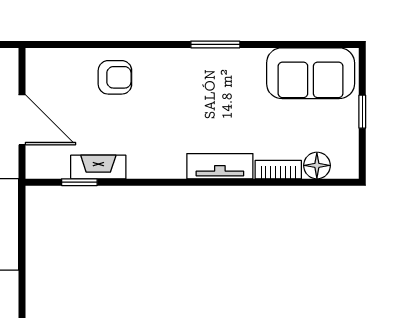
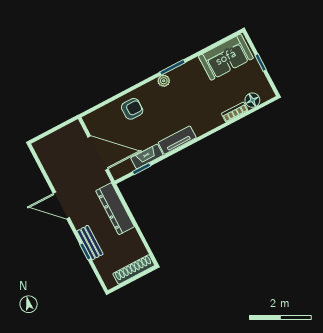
plant: (190, 59) -> (164, 81), added
door: (22, 120) -> (98, 153), width x1.36
tv unit: (220, 166) -> (177, 140), moved

